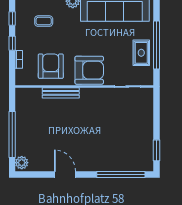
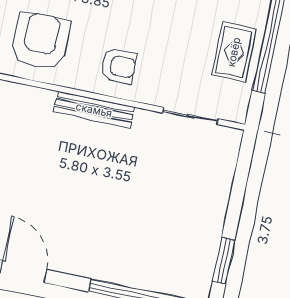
armchair: (89, 70) -> (119, 66), width x0.53, depth x0.53
bench: (61, 93) -> (94, 110), moved

